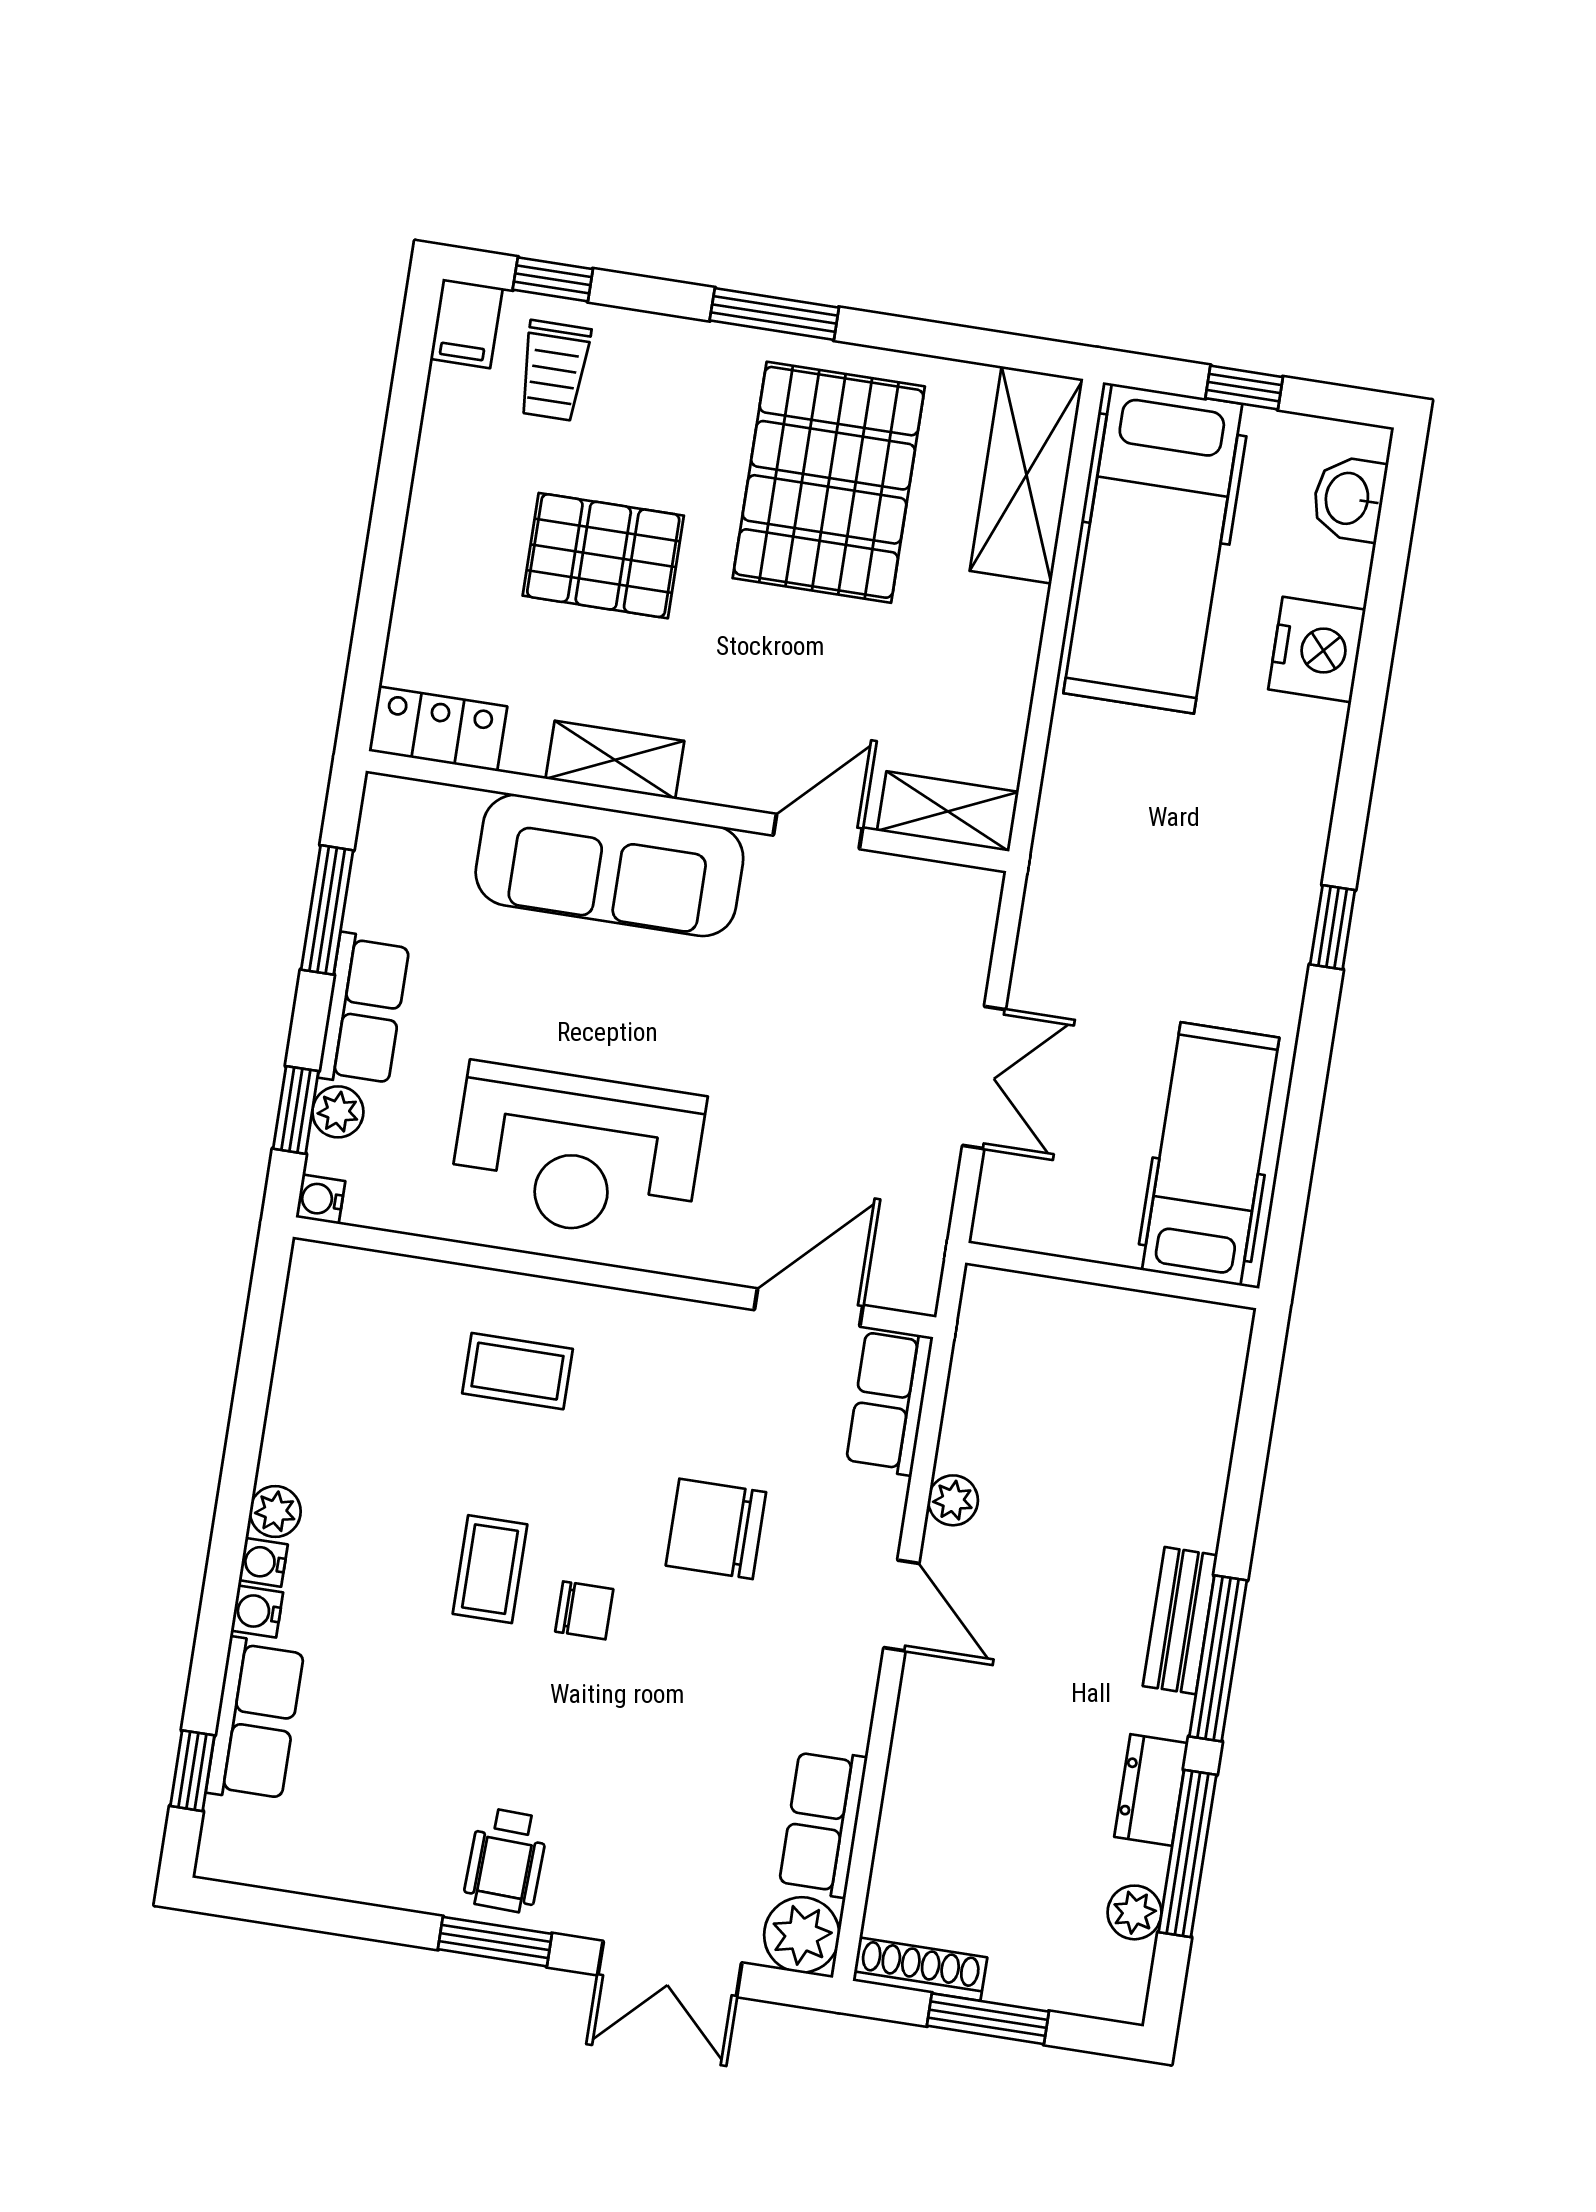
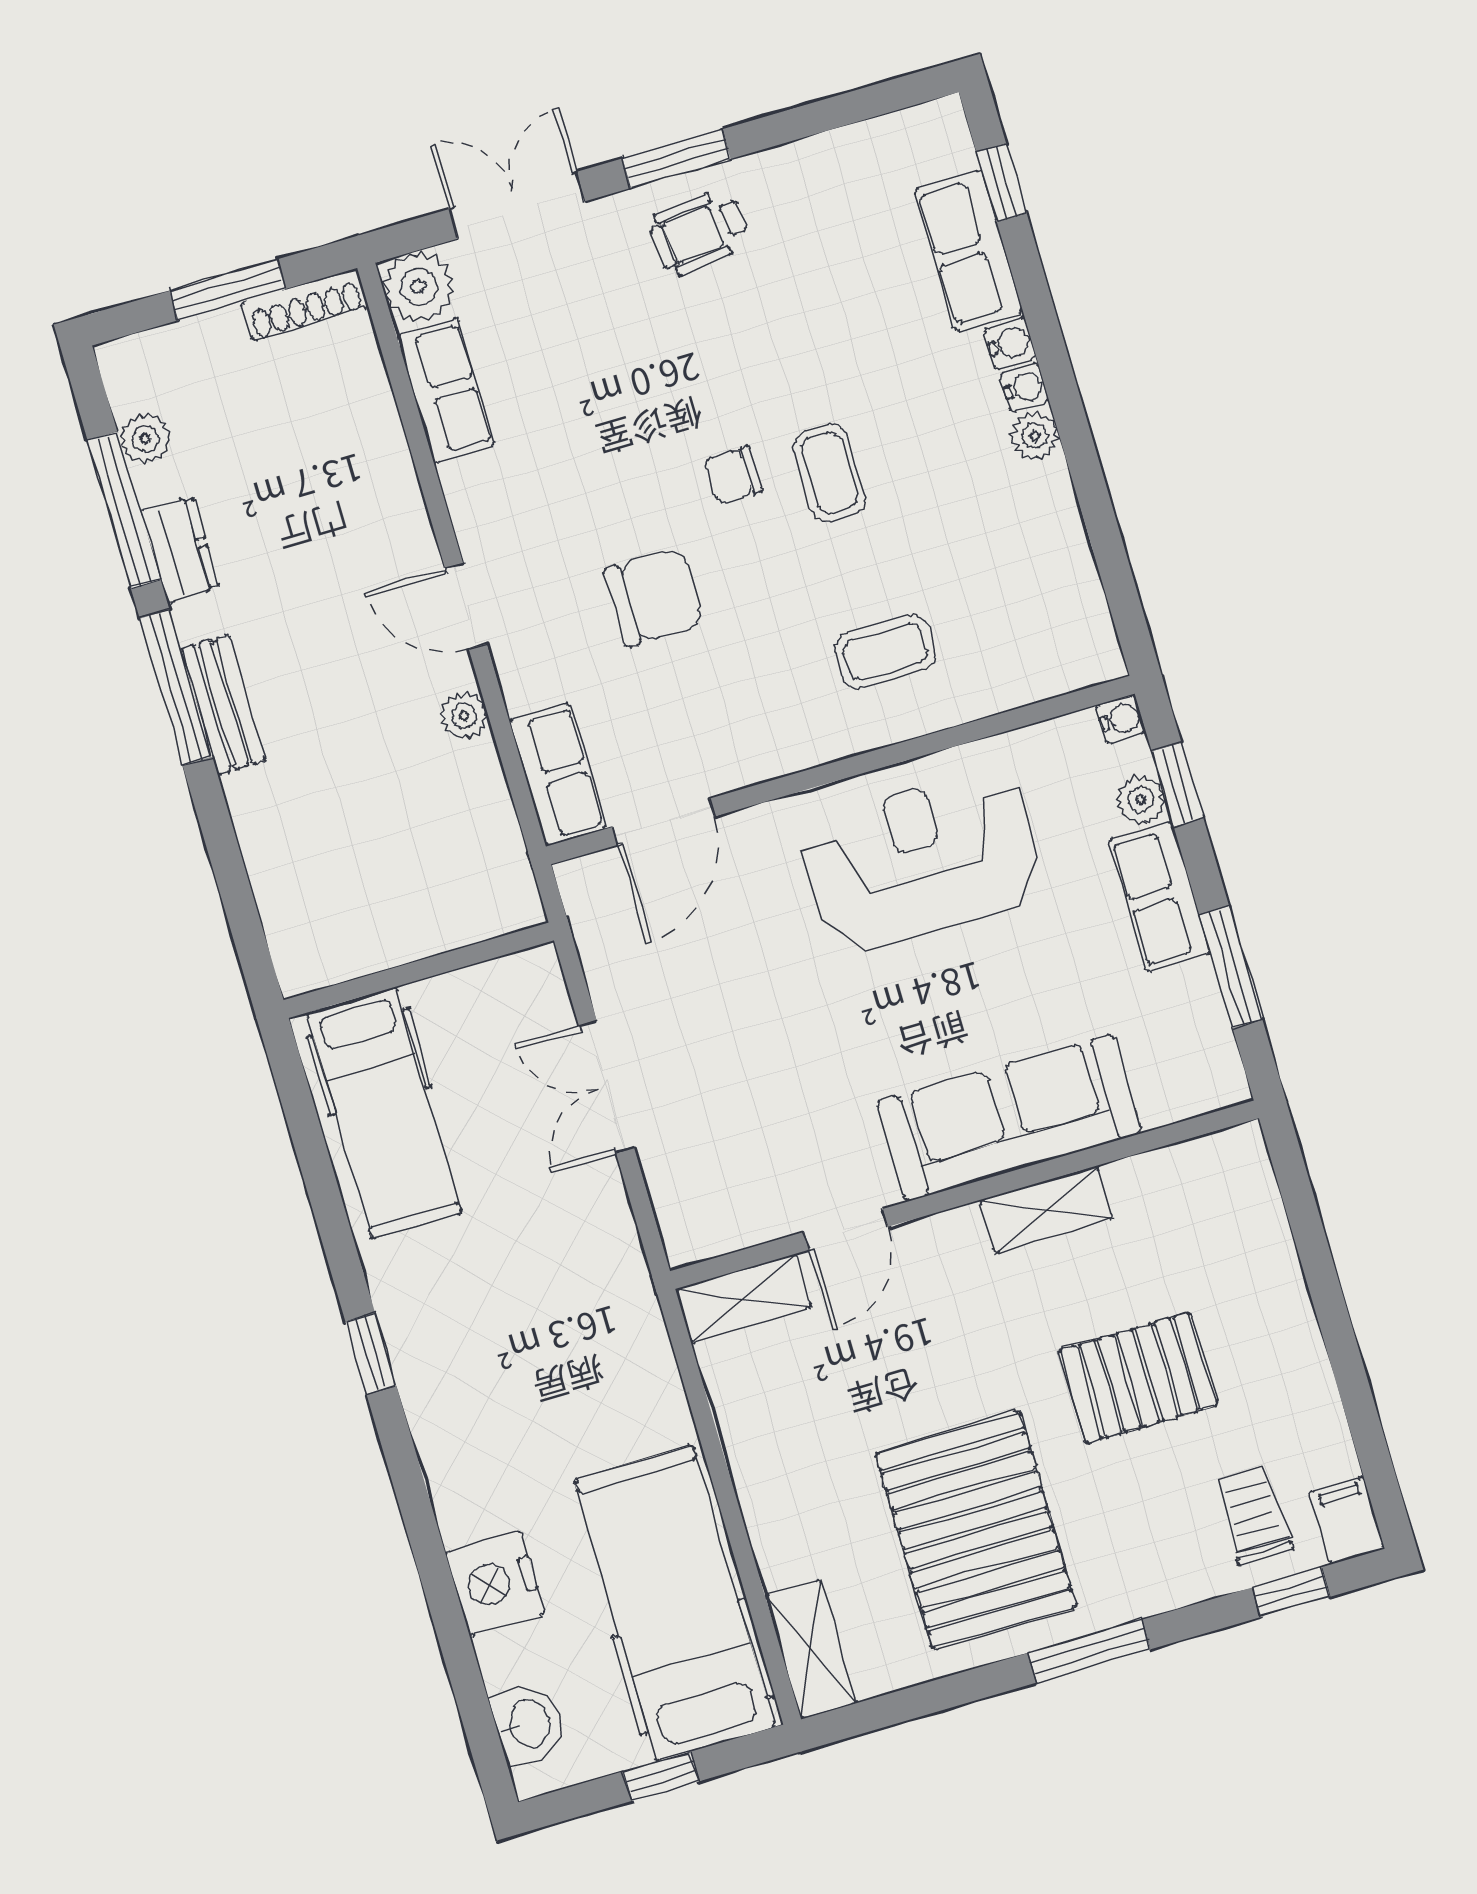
shelving: (1026, 475) -> (811, 1649), width x0.67, depth x0.75
locker: (438, 729) -> (1209, 1165), removed
wheelchair: (506, 1860) -> (700, 232), turned -98

